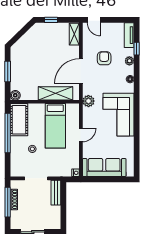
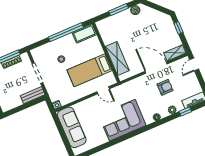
door: (81, 71) -> (156, 68), moved
boiler: (15, 95) -> (135, 10), moved
plant: (88, 101) -> (123, 90), removed
cot: (19, 120) -> (84, 34), width x0.73, depth x0.75
door: (81, 135) -> (103, 90), moved

